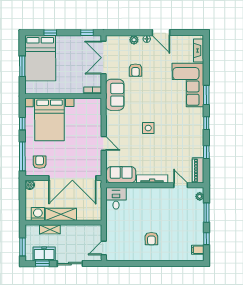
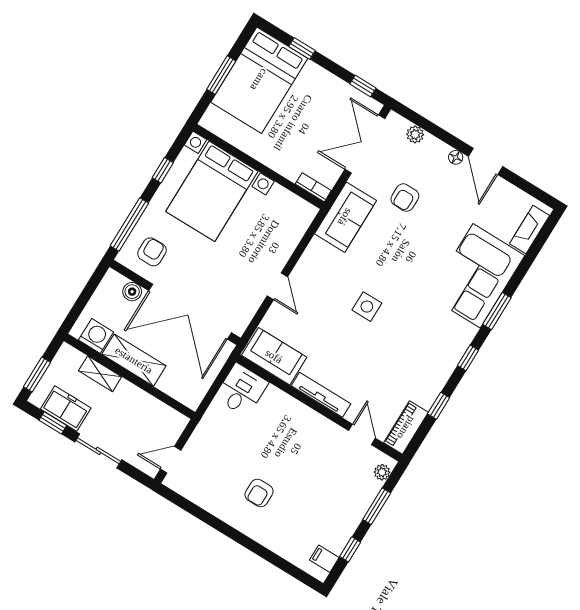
plant: (134, 40) -> (415, 134), moved
boiler: (30, 185) -> (132, 292), moved

